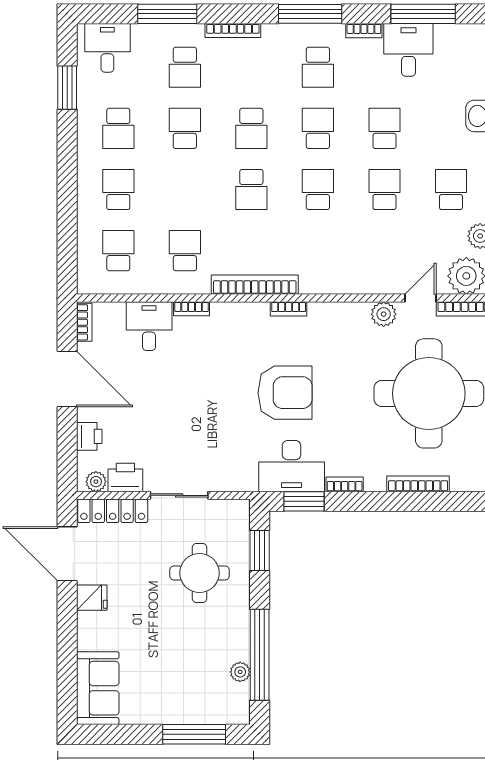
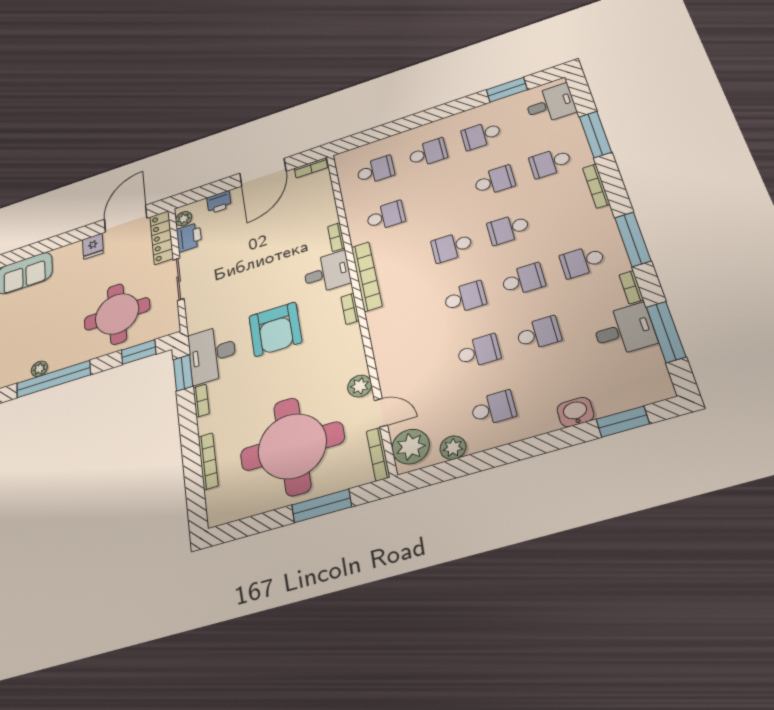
desk: (149, 326) -> (327, 273), moved
round table: (199, 573) -> (117, 314), width x1.36, depth x1.36

